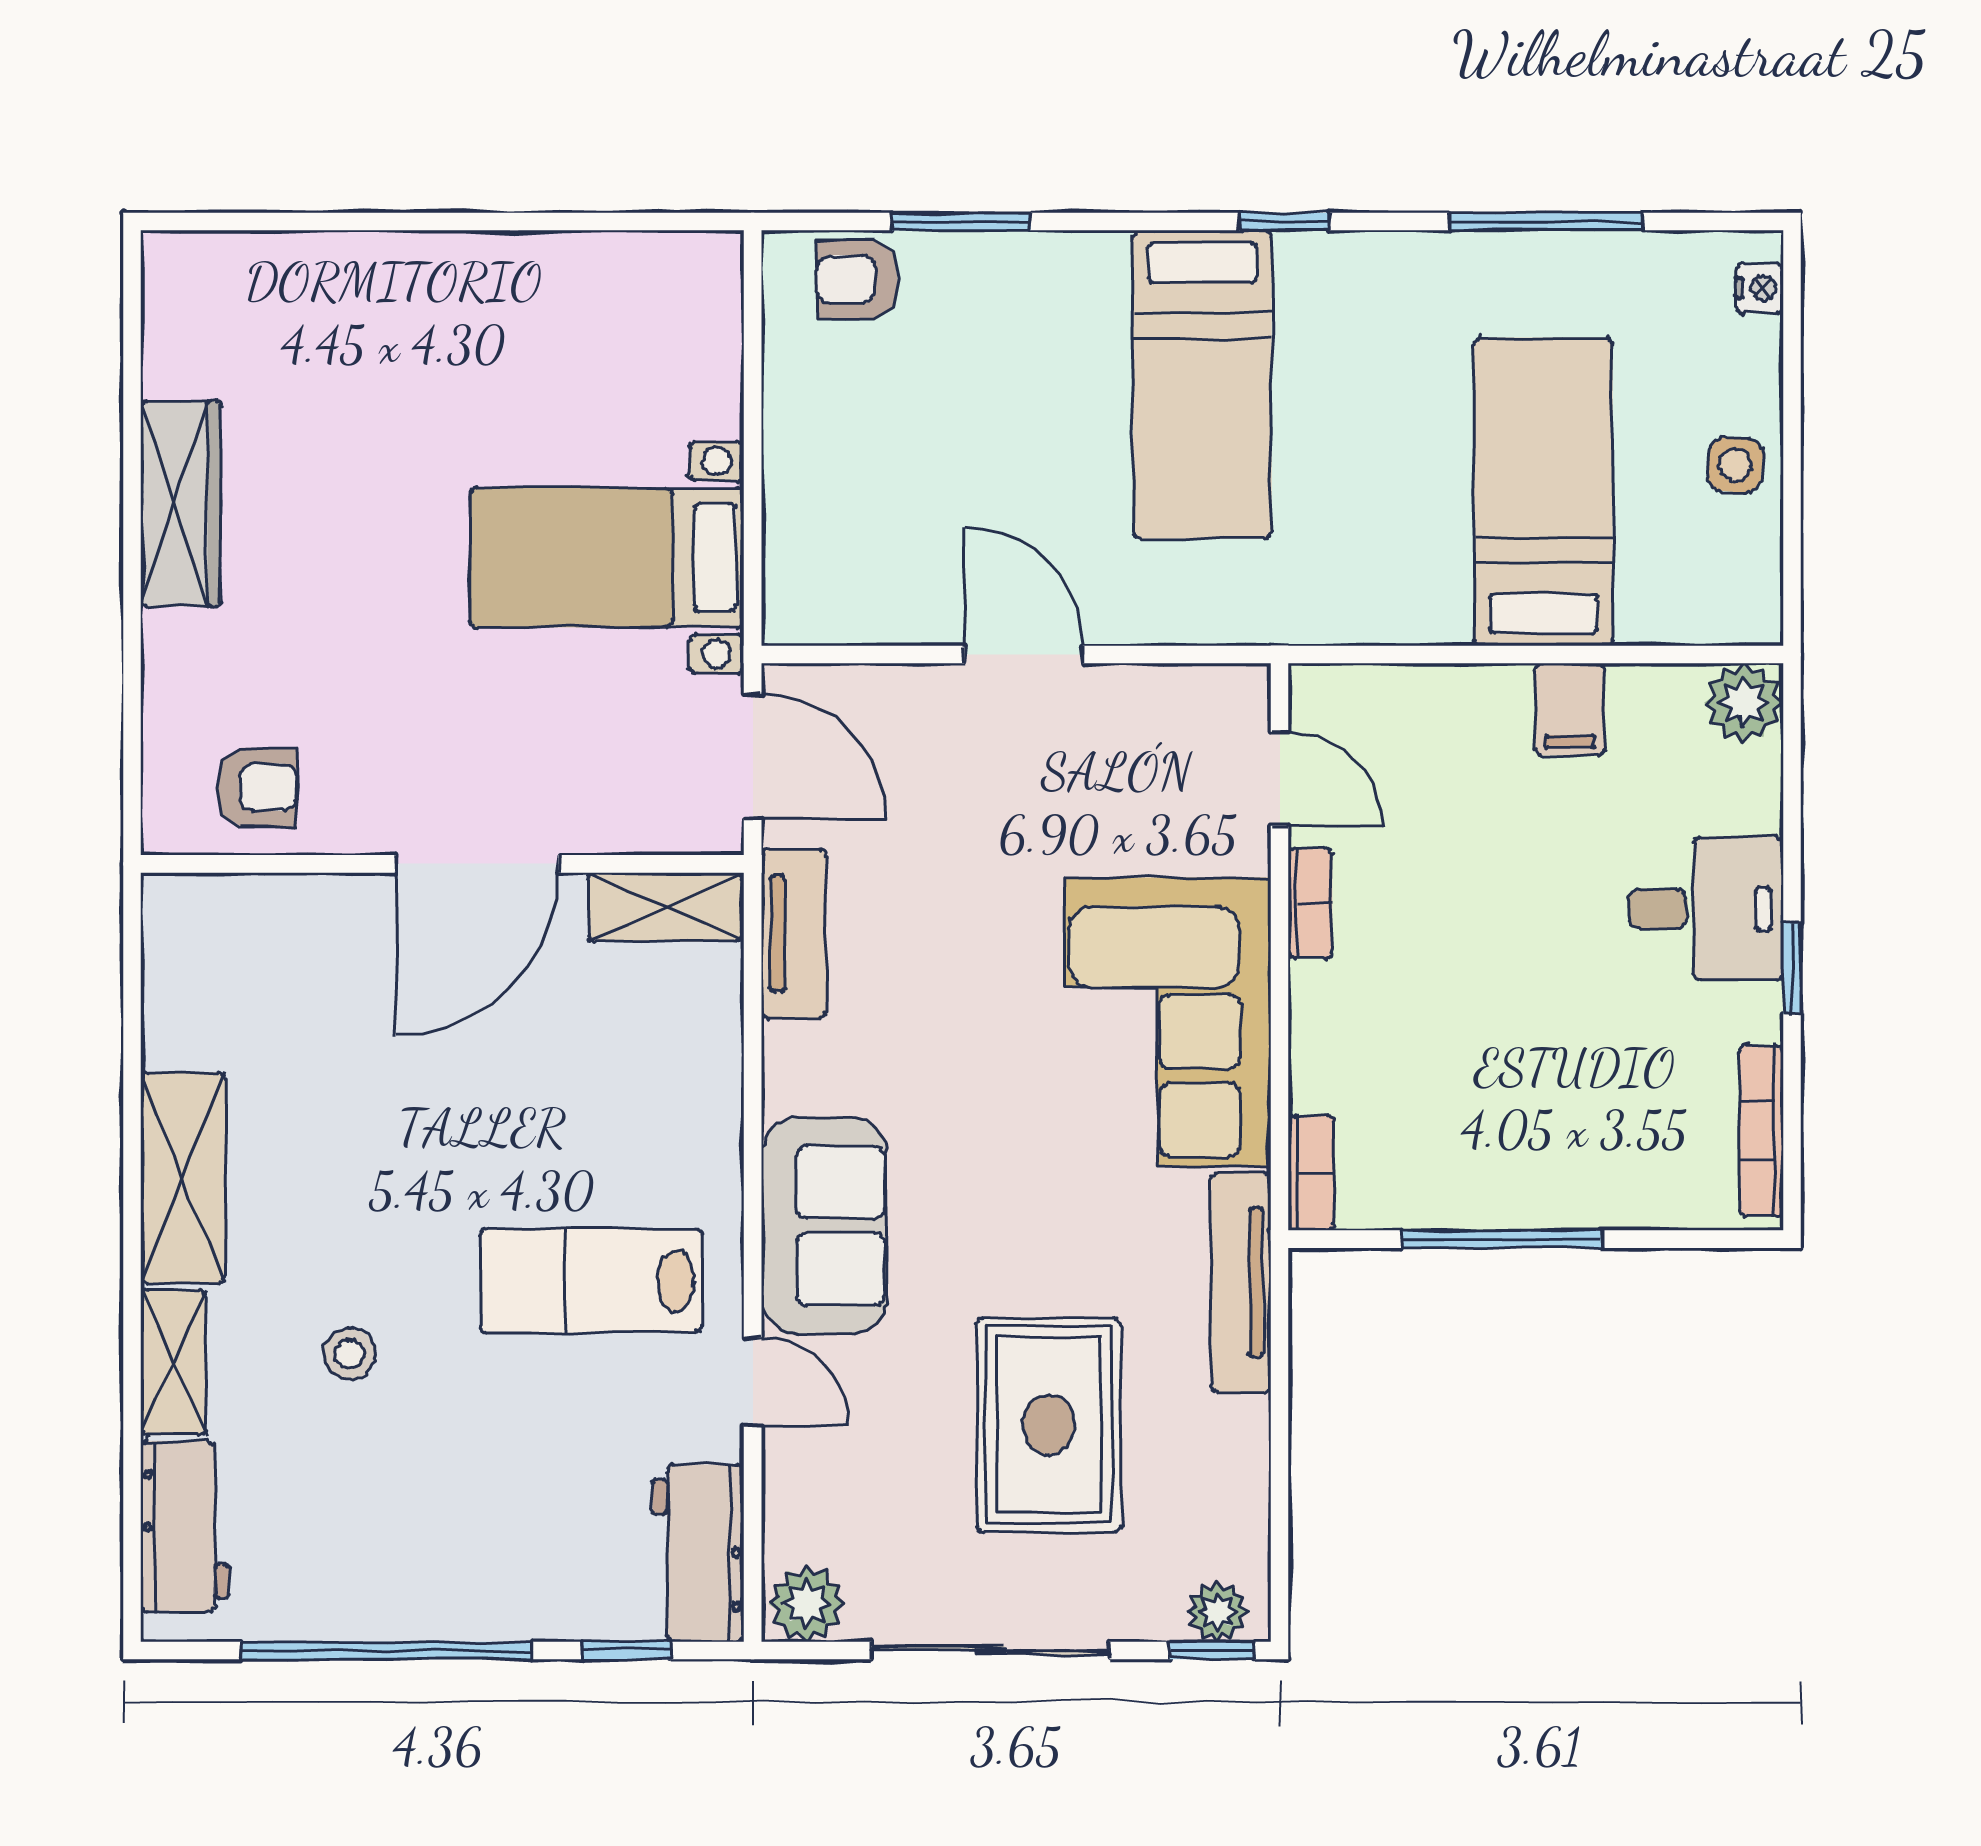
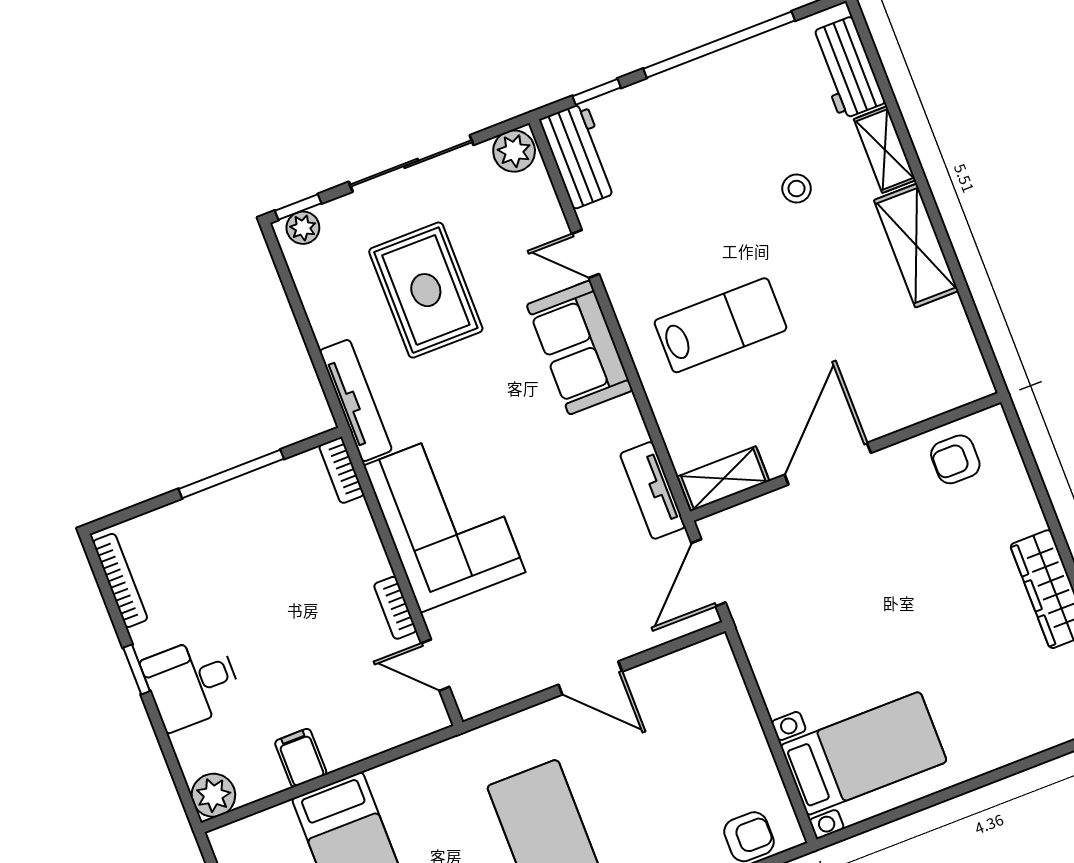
bed with nightstands: (607, 558) -> (864, 753), moved
door: (753, 756) -> (708, 573), hinge flipped
lab bench: (591, 1281) -> (720, 325), moved

